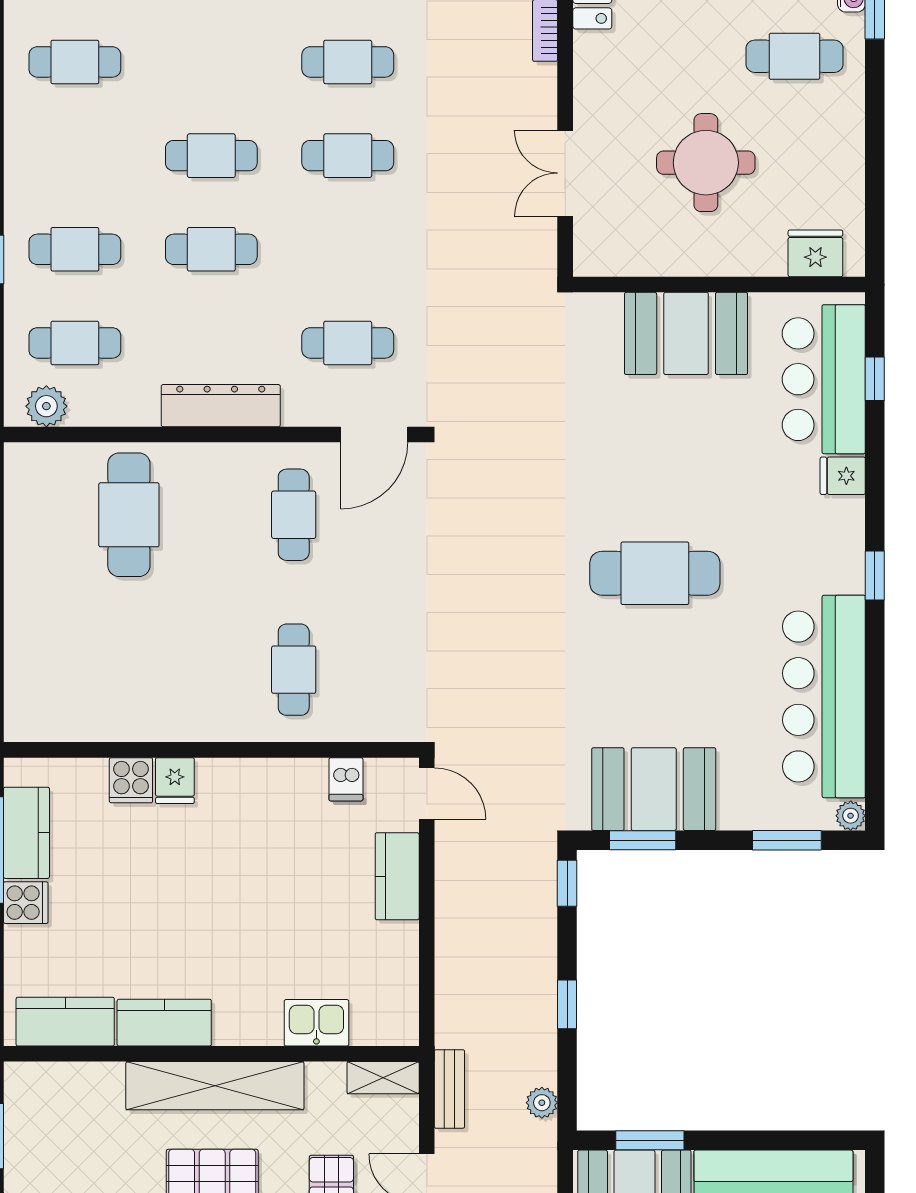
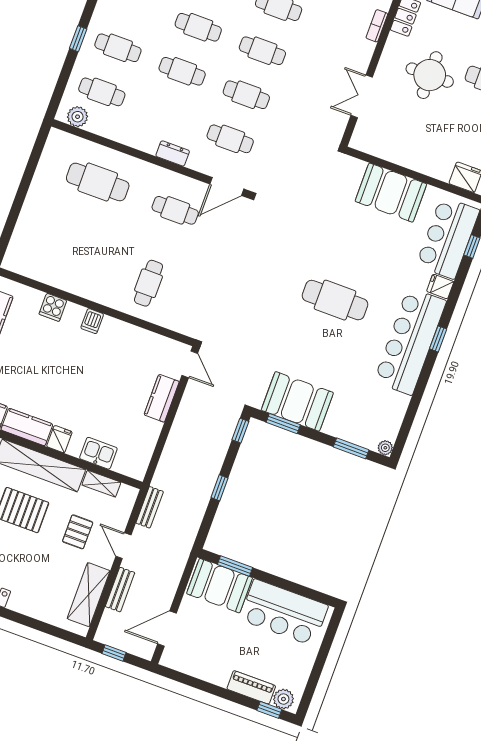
round table: (706, 163) -> (430, 75), moved
cafe table: (348, 249) -> (246, 95), added
dresser: (221, 406) -> (173, 153), width x0.51, depth x0.80
cafe table: (129, 515) -> (98, 182), turned 90
cafe table: (294, 515) -> (175, 210), turned 90
bar counter: (824, 697) -> (410, 341), moved
dishwasher: (346, 779) -> (92, 321), moved
fridge: (175, 781) -> (59, 439), moved, turned 180
shelving: (383, 1078) -> (101, 484), moved
plant: (542, 1103) -> (191, 530), removed

